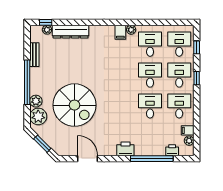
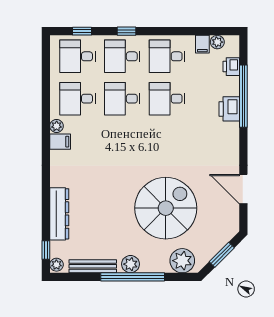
plant: (47, 30) -> (56, 265), moved
bench: (34, 55) -> (93, 266), width x1.36
plant: (36, 101) -> (131, 264), moved
printer: (125, 149) -> (229, 109), moved
door: (88, 159) -> (243, 189), hinge flipped

